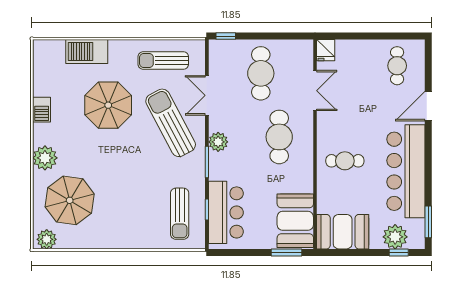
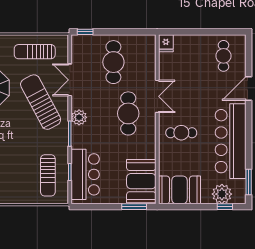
double door: (315, 91) -> (157, 96), moved

